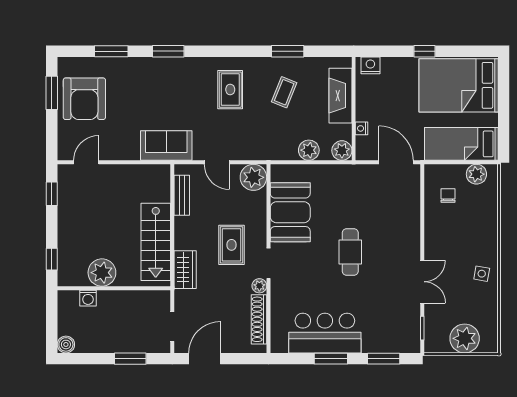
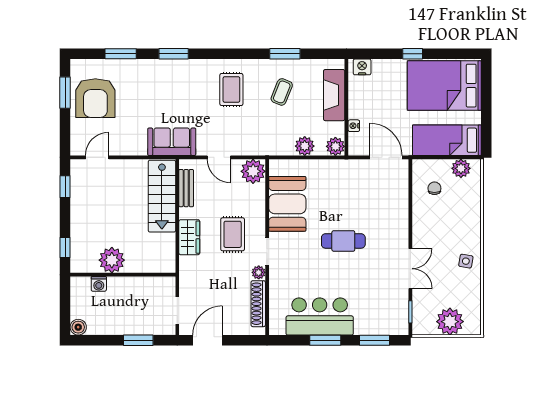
stairs: (156, 242) -> (162, 196), moved
cafe table: (350, 252) -> (343, 241), turned 90
wardrobe: (185, 270) -> (189, 237), moved

